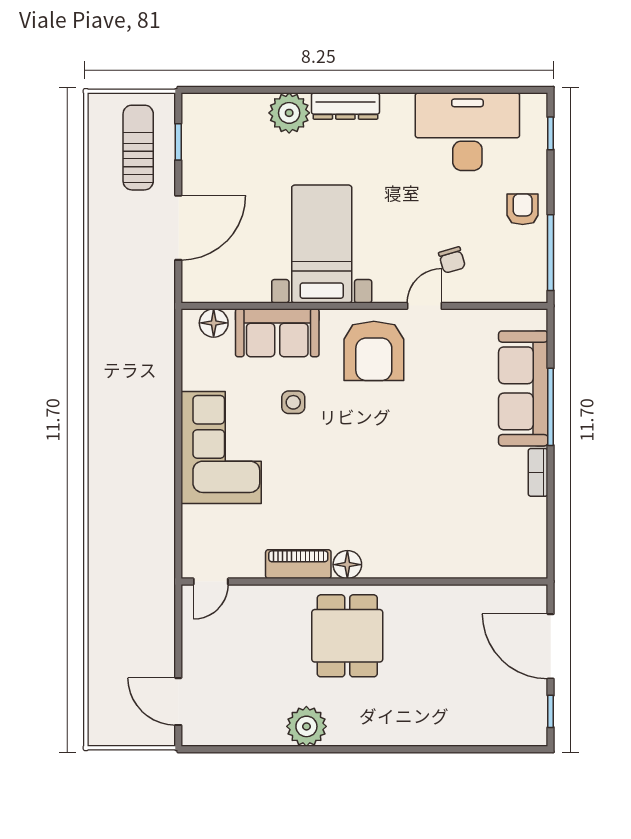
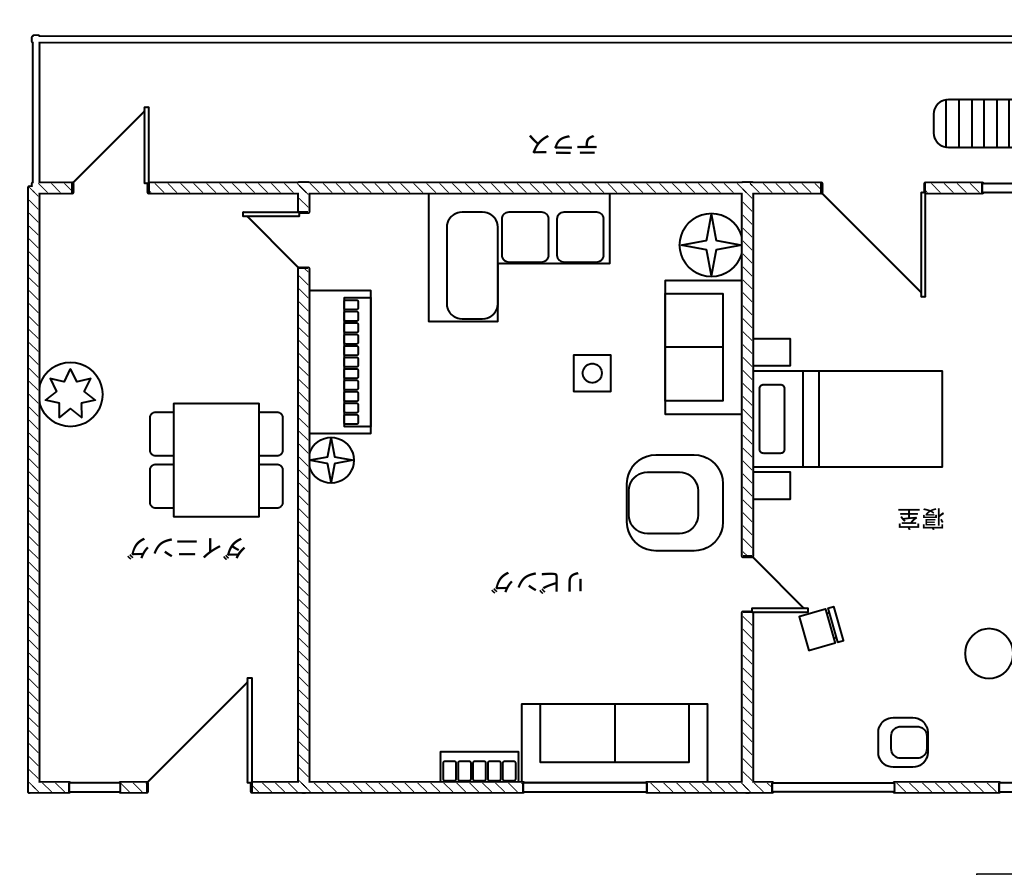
floor lamp: (214, 323) -> (711, 245), width x1.38, depth x1.38
piano: (298, 564) -> (339, 362), width x1.37, depth x1.33

